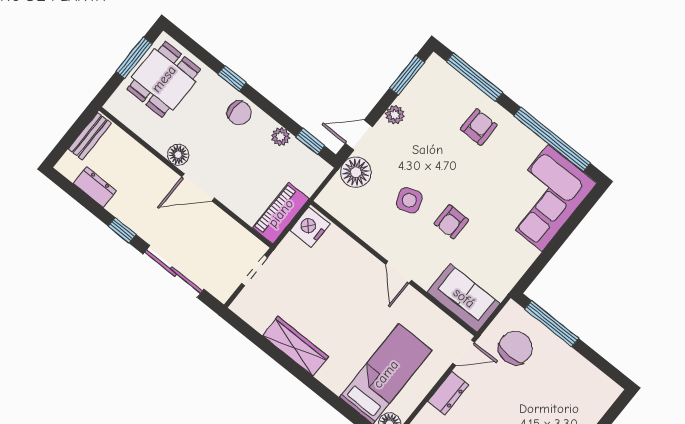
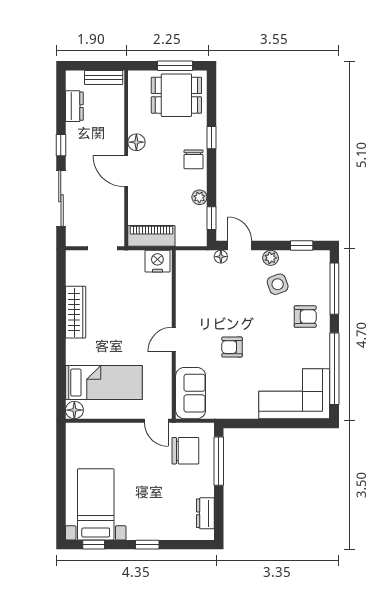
window: (407, 75) -> (302, 246), width x0.67
floor lamp: (356, 172) -> (221, 257), width x0.53, depth x0.53
side table: (409, 200) -> (278, 284), moved
dresser: (448, 393) -> (205, 513), moved, turned 90

